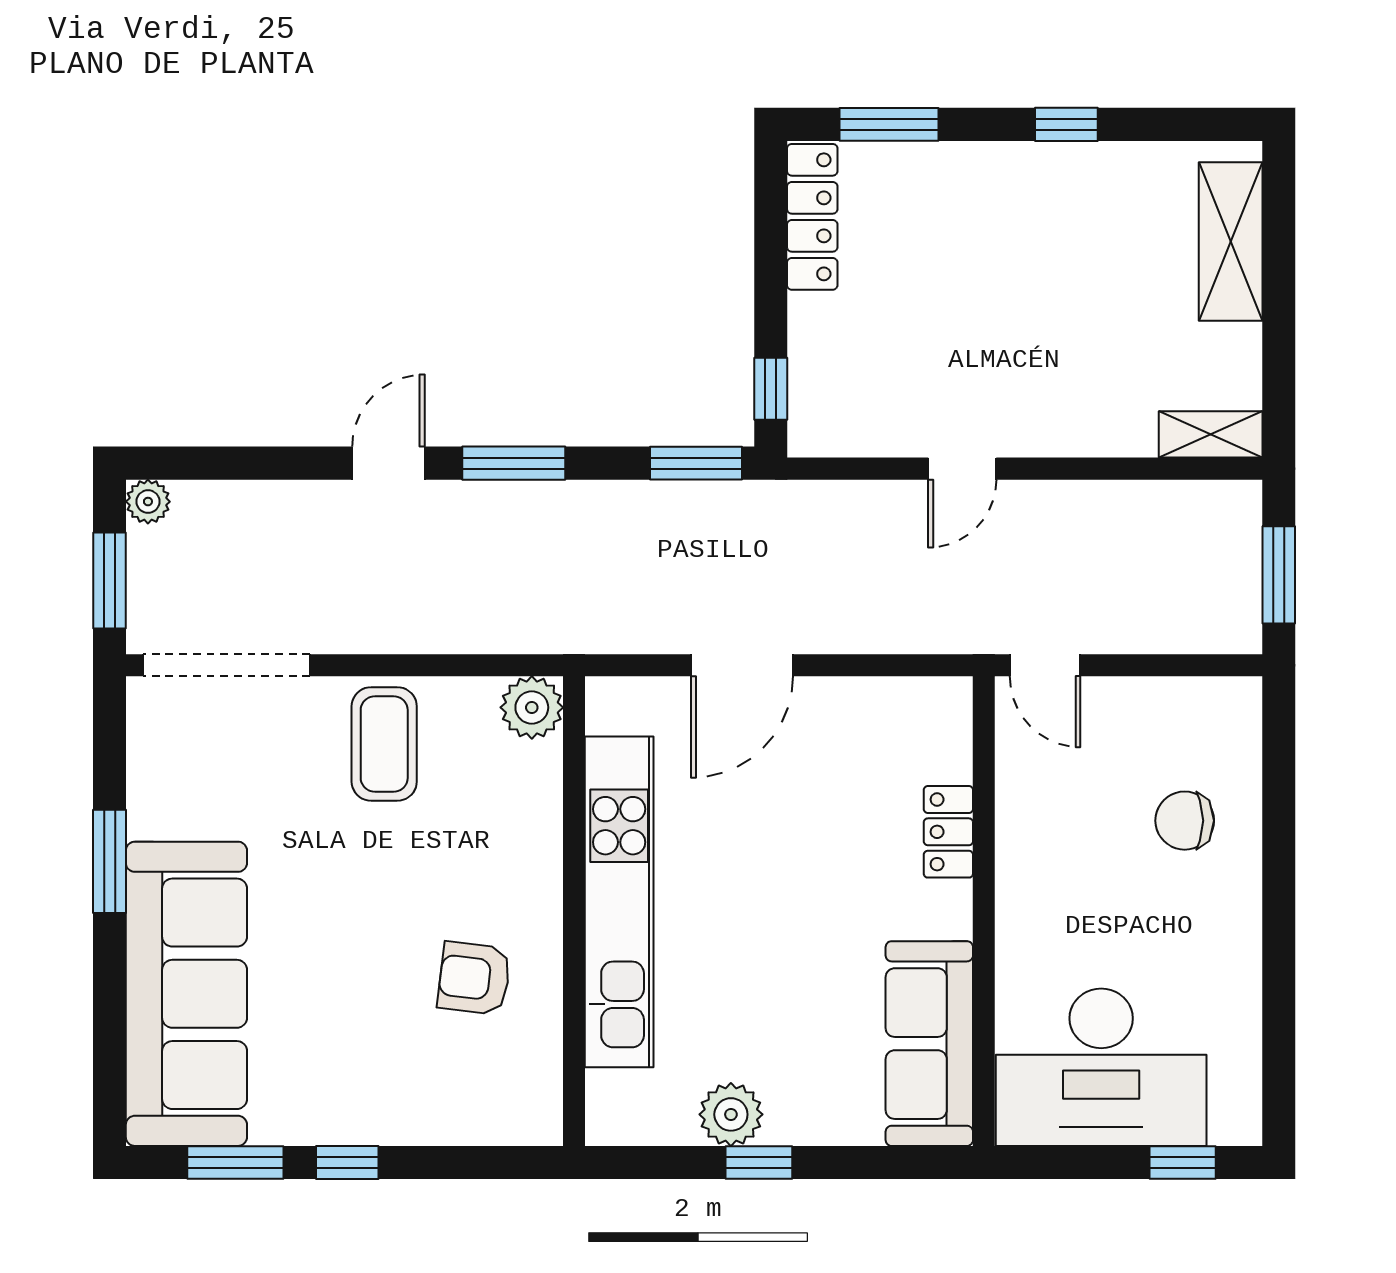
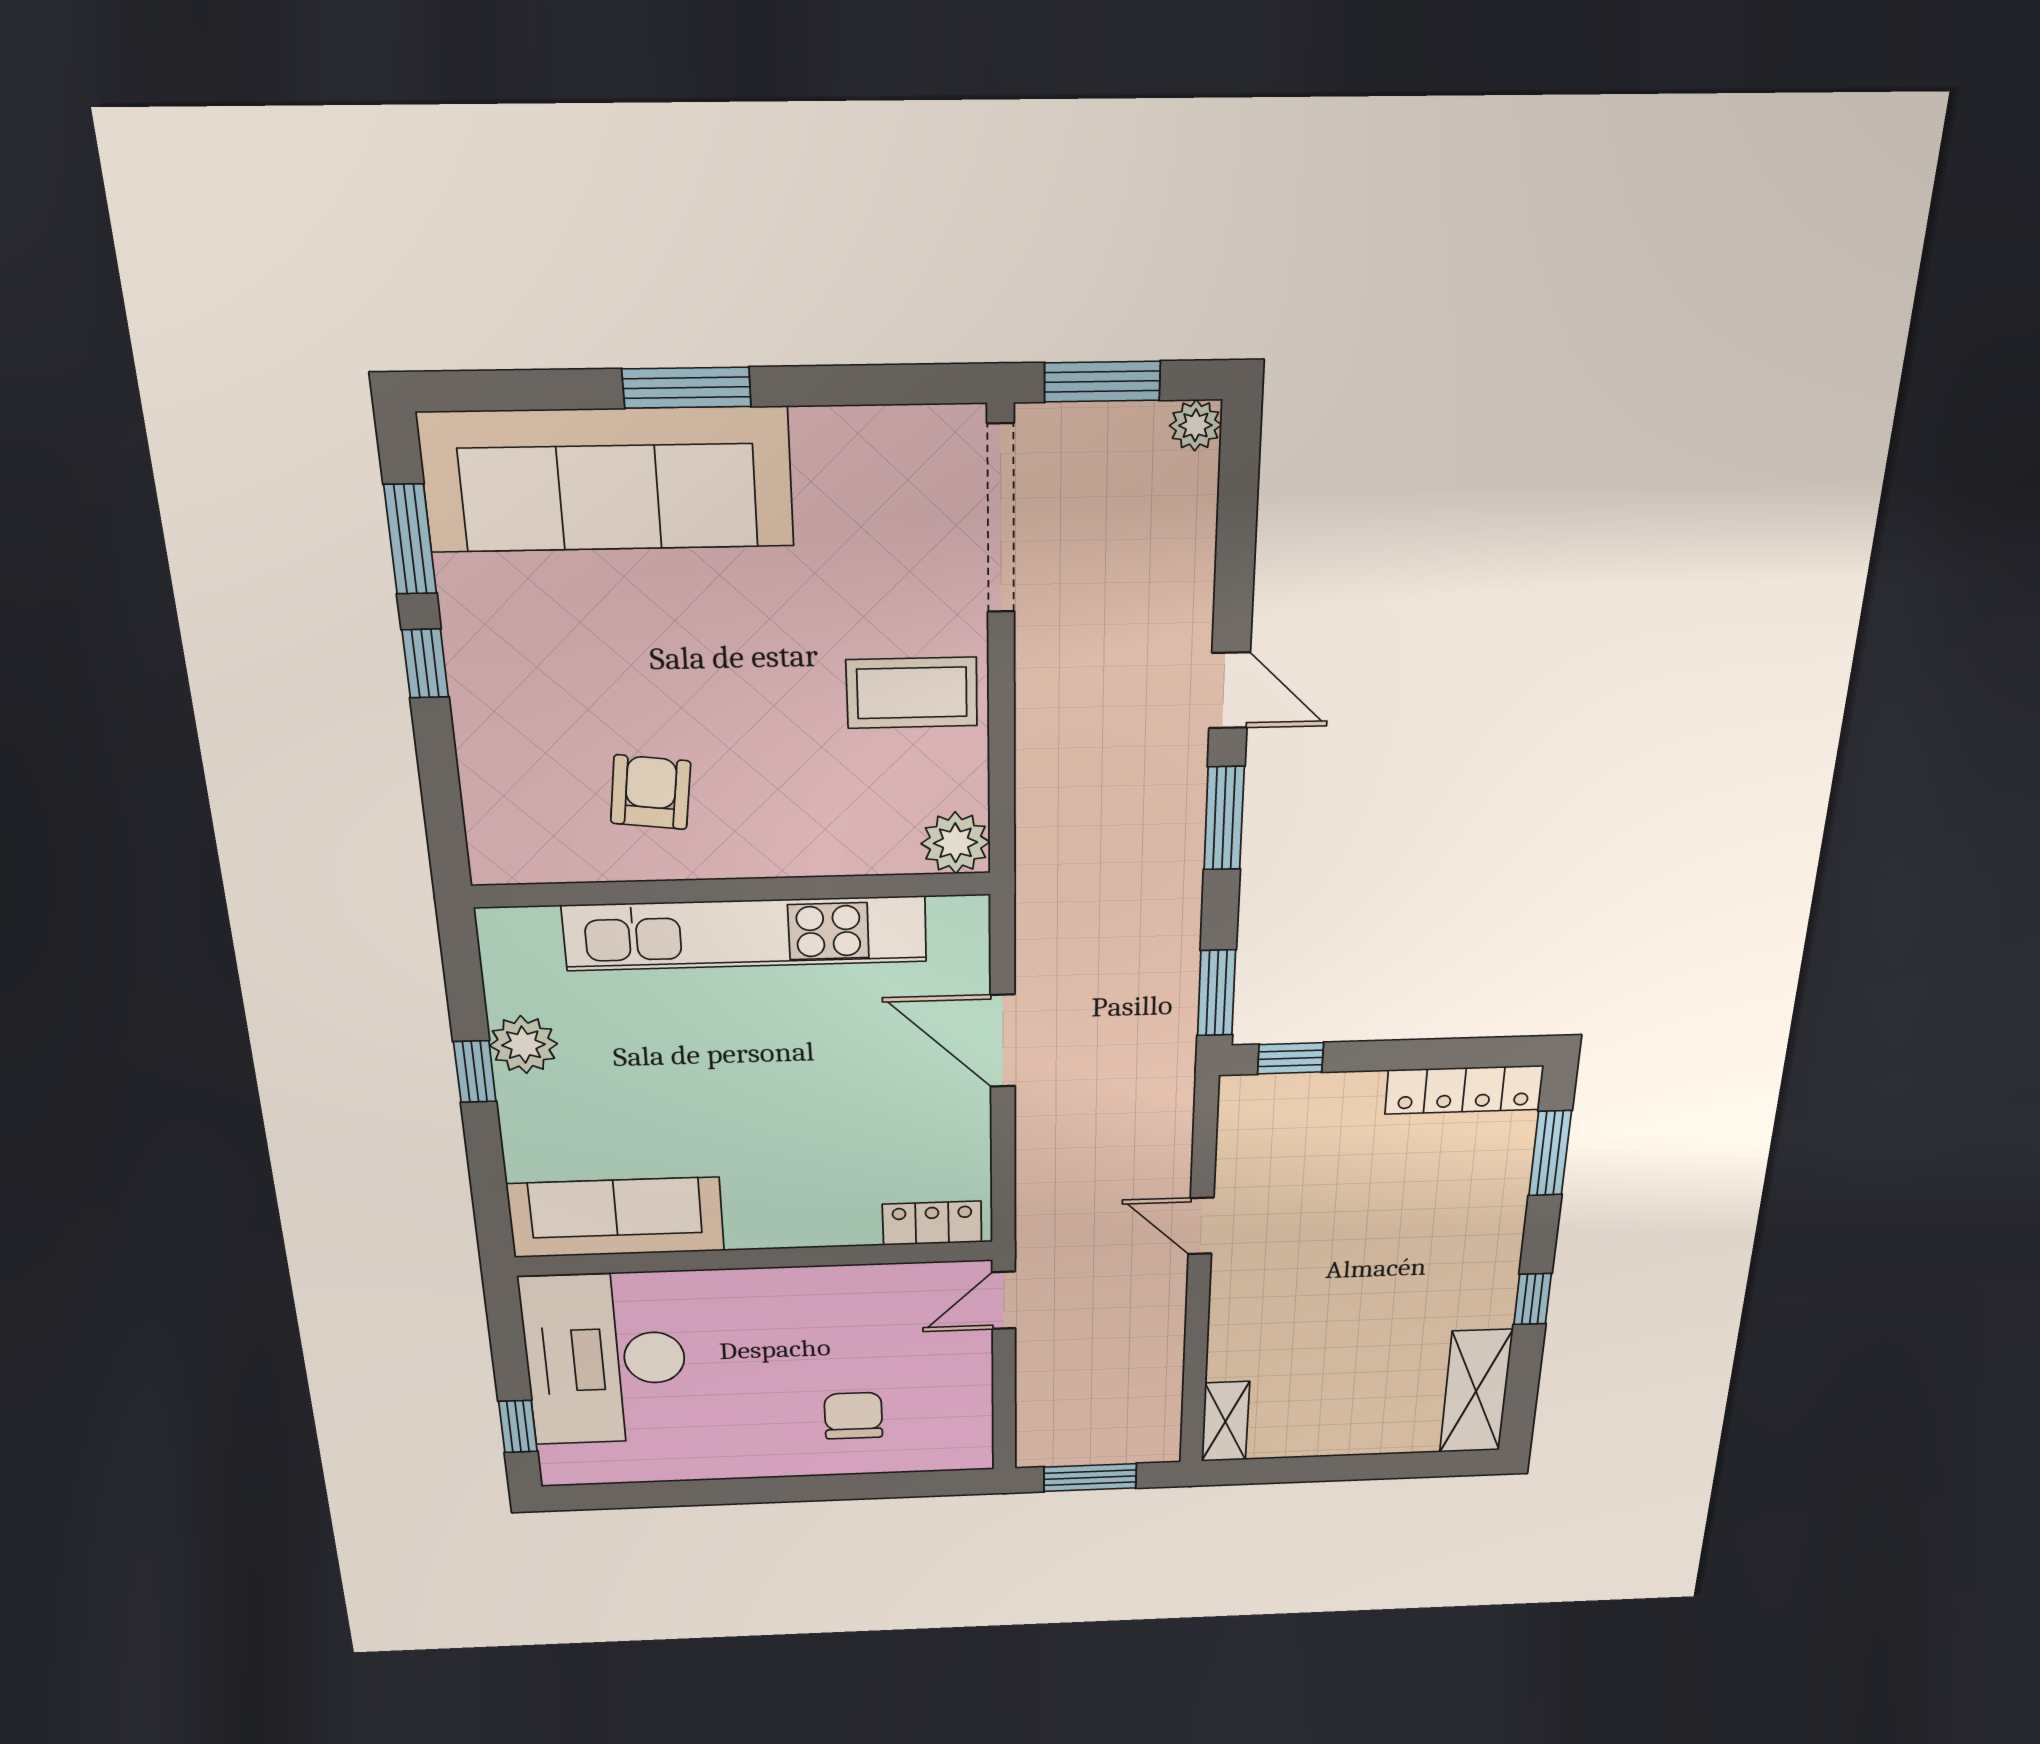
shelving: (1231, 242) -> (1476, 1391), moved, turned 90
locker: (948, 832) -> (932, 1223), moved
window: (110, 861) -> (687, 388), moved

